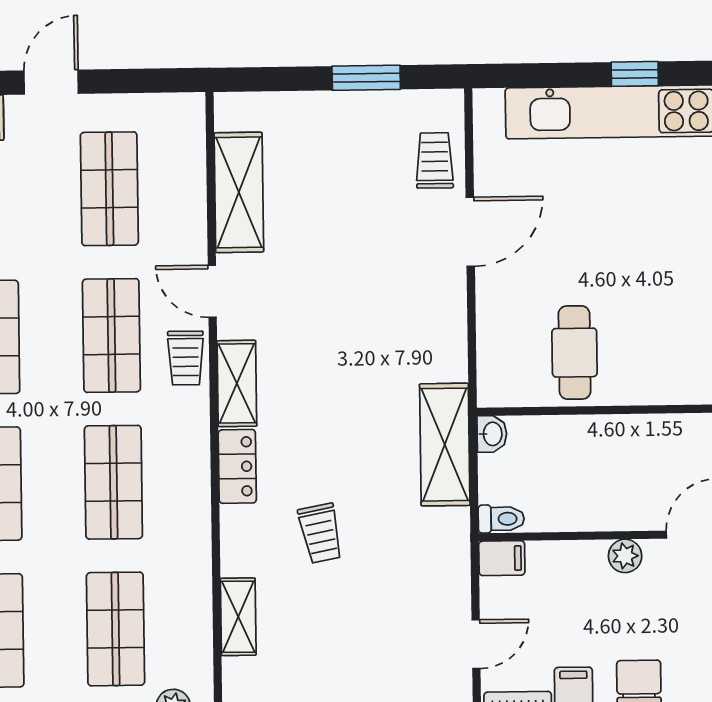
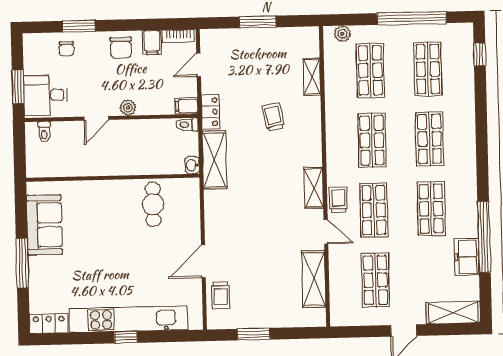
locker: (237, 466) -> (210, 112), moved, turned 180

